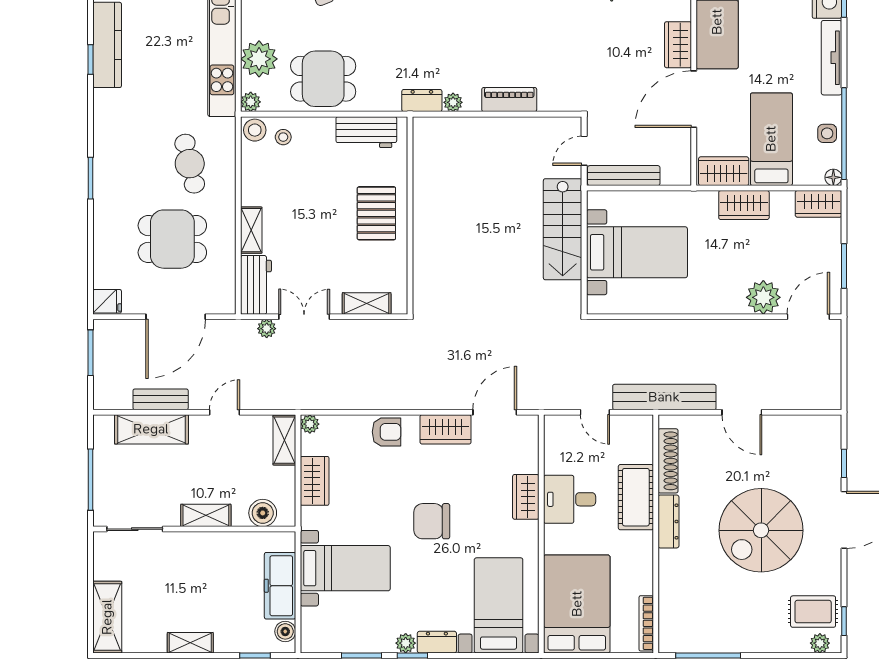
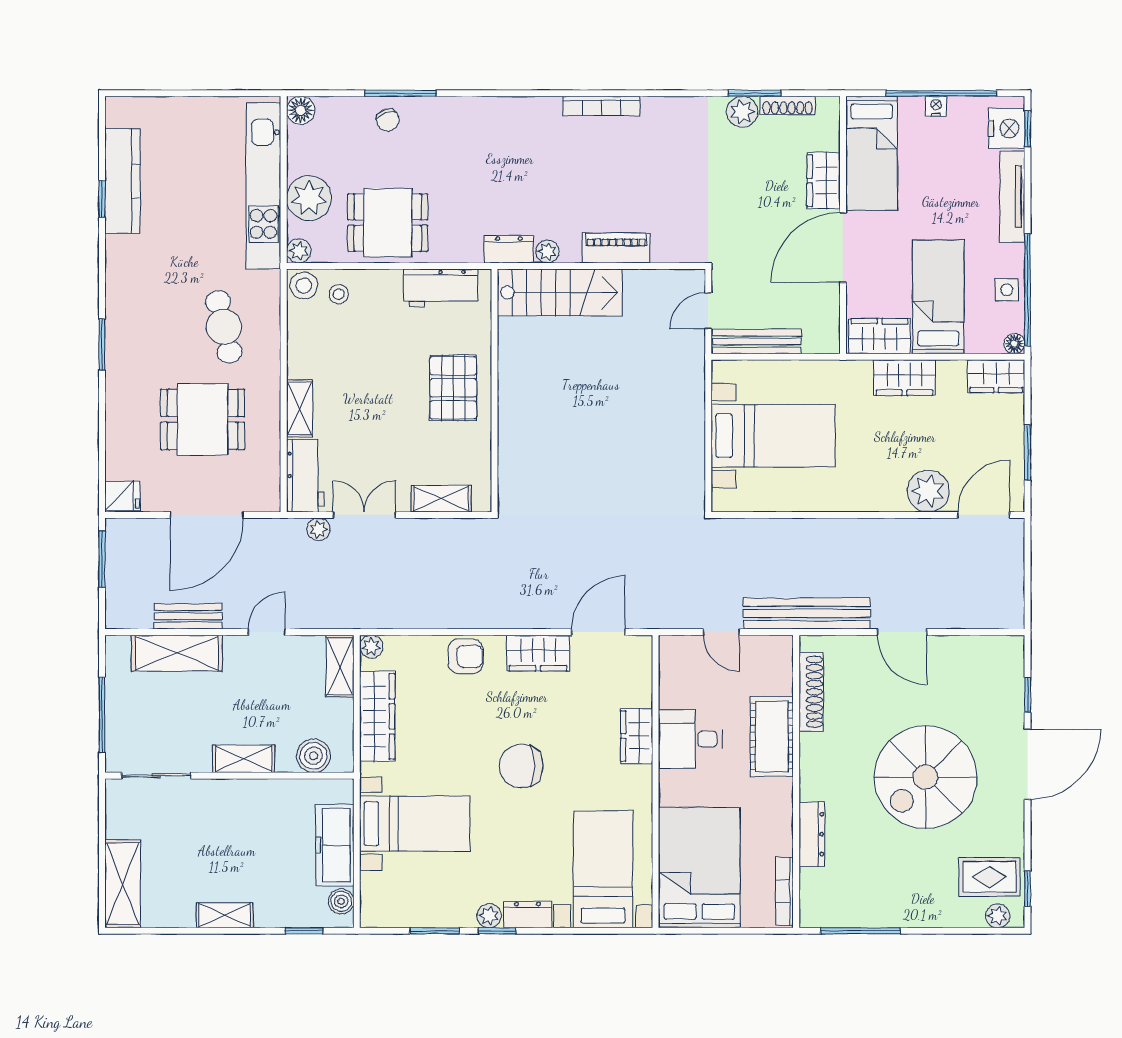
stairs: (563, 229) -> (560, 292), moved, turned -90
wardrobe: (315, 481) -> (377, 716), width x1.50
dresser: (668, 521) -> (812, 834), moved

